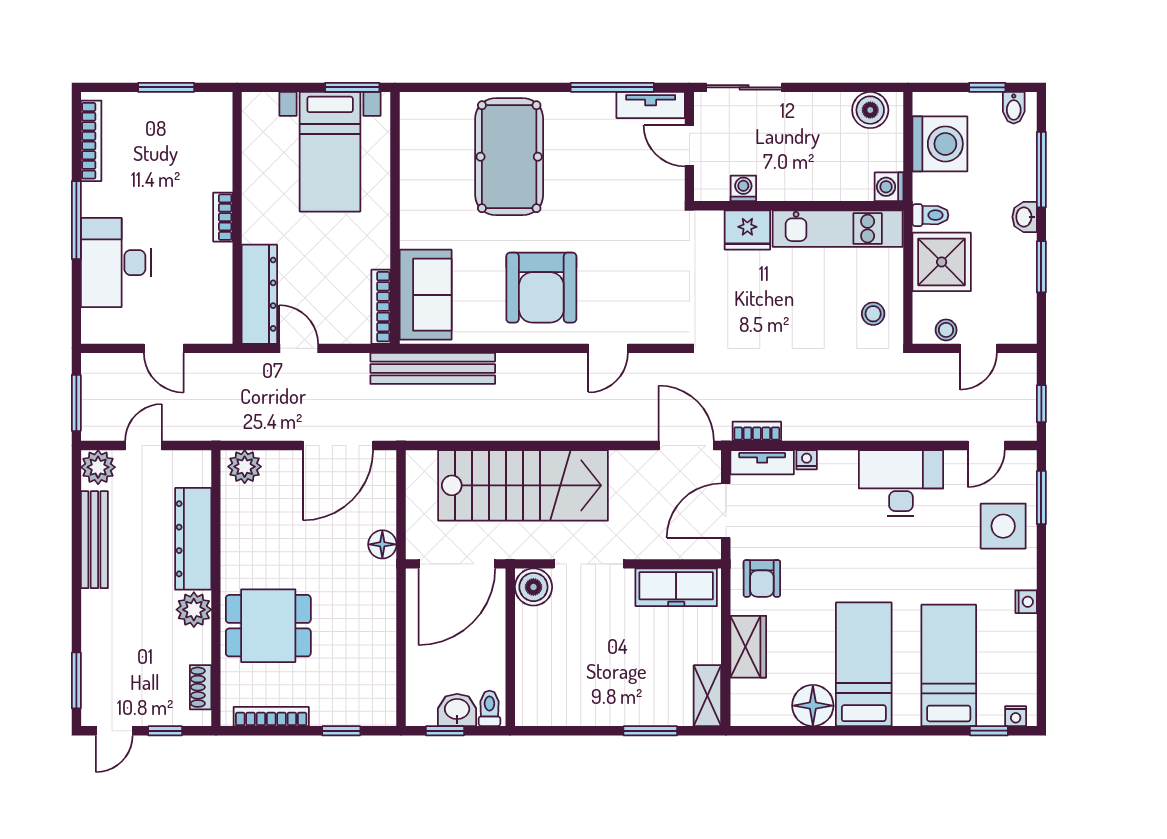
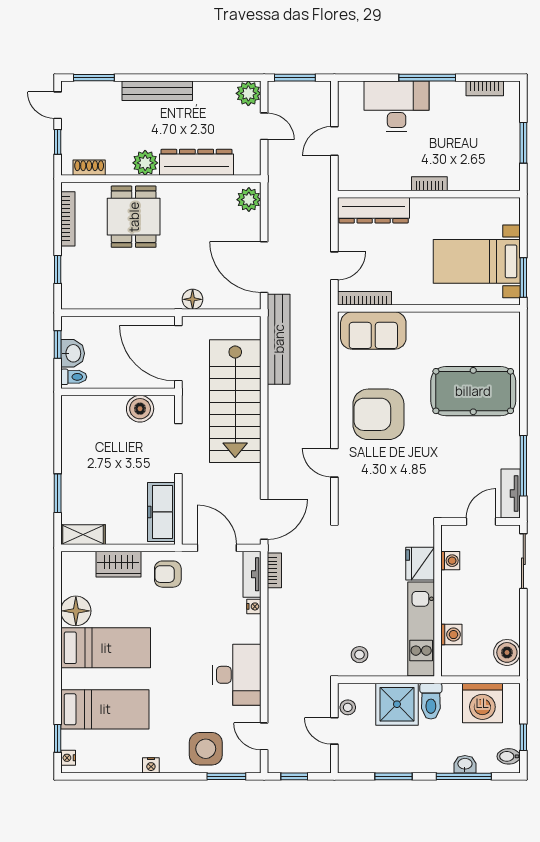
bookcase: (91, 141) -> (485, 88), width x0.64
washing machine: (889, 187) -> (451, 635), moved, turned 90
toilet: (930, 215) -> (431, 701), width x1.37, depth x1.39
washbasin: (1025, 217) -> (465, 764), moved
door: (299, 348) -> (334, 266), moved
bench: (433, 368) -> (279, 339), moved
bench: (94, 540) -> (157, 91), moved
boiler: (533, 587) -> (140, 409), moved

